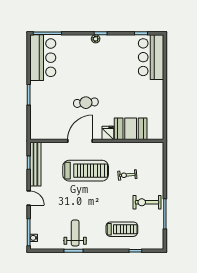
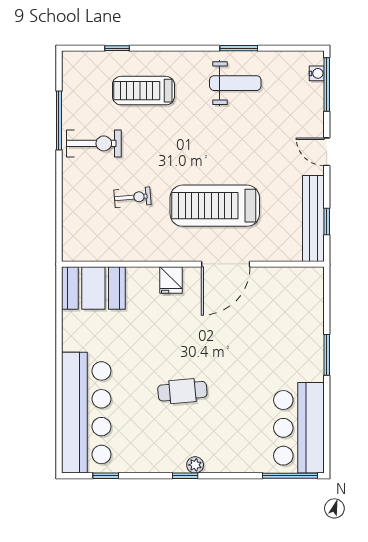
bar counter: (151, 57) -> (86, 413), width x1.36
cafe table: (86, 103) -> (182, 391), moved
booth: (131, 129) -> (93, 288), moved
weight bench: (75, 233) -> (235, 83), turned -90

